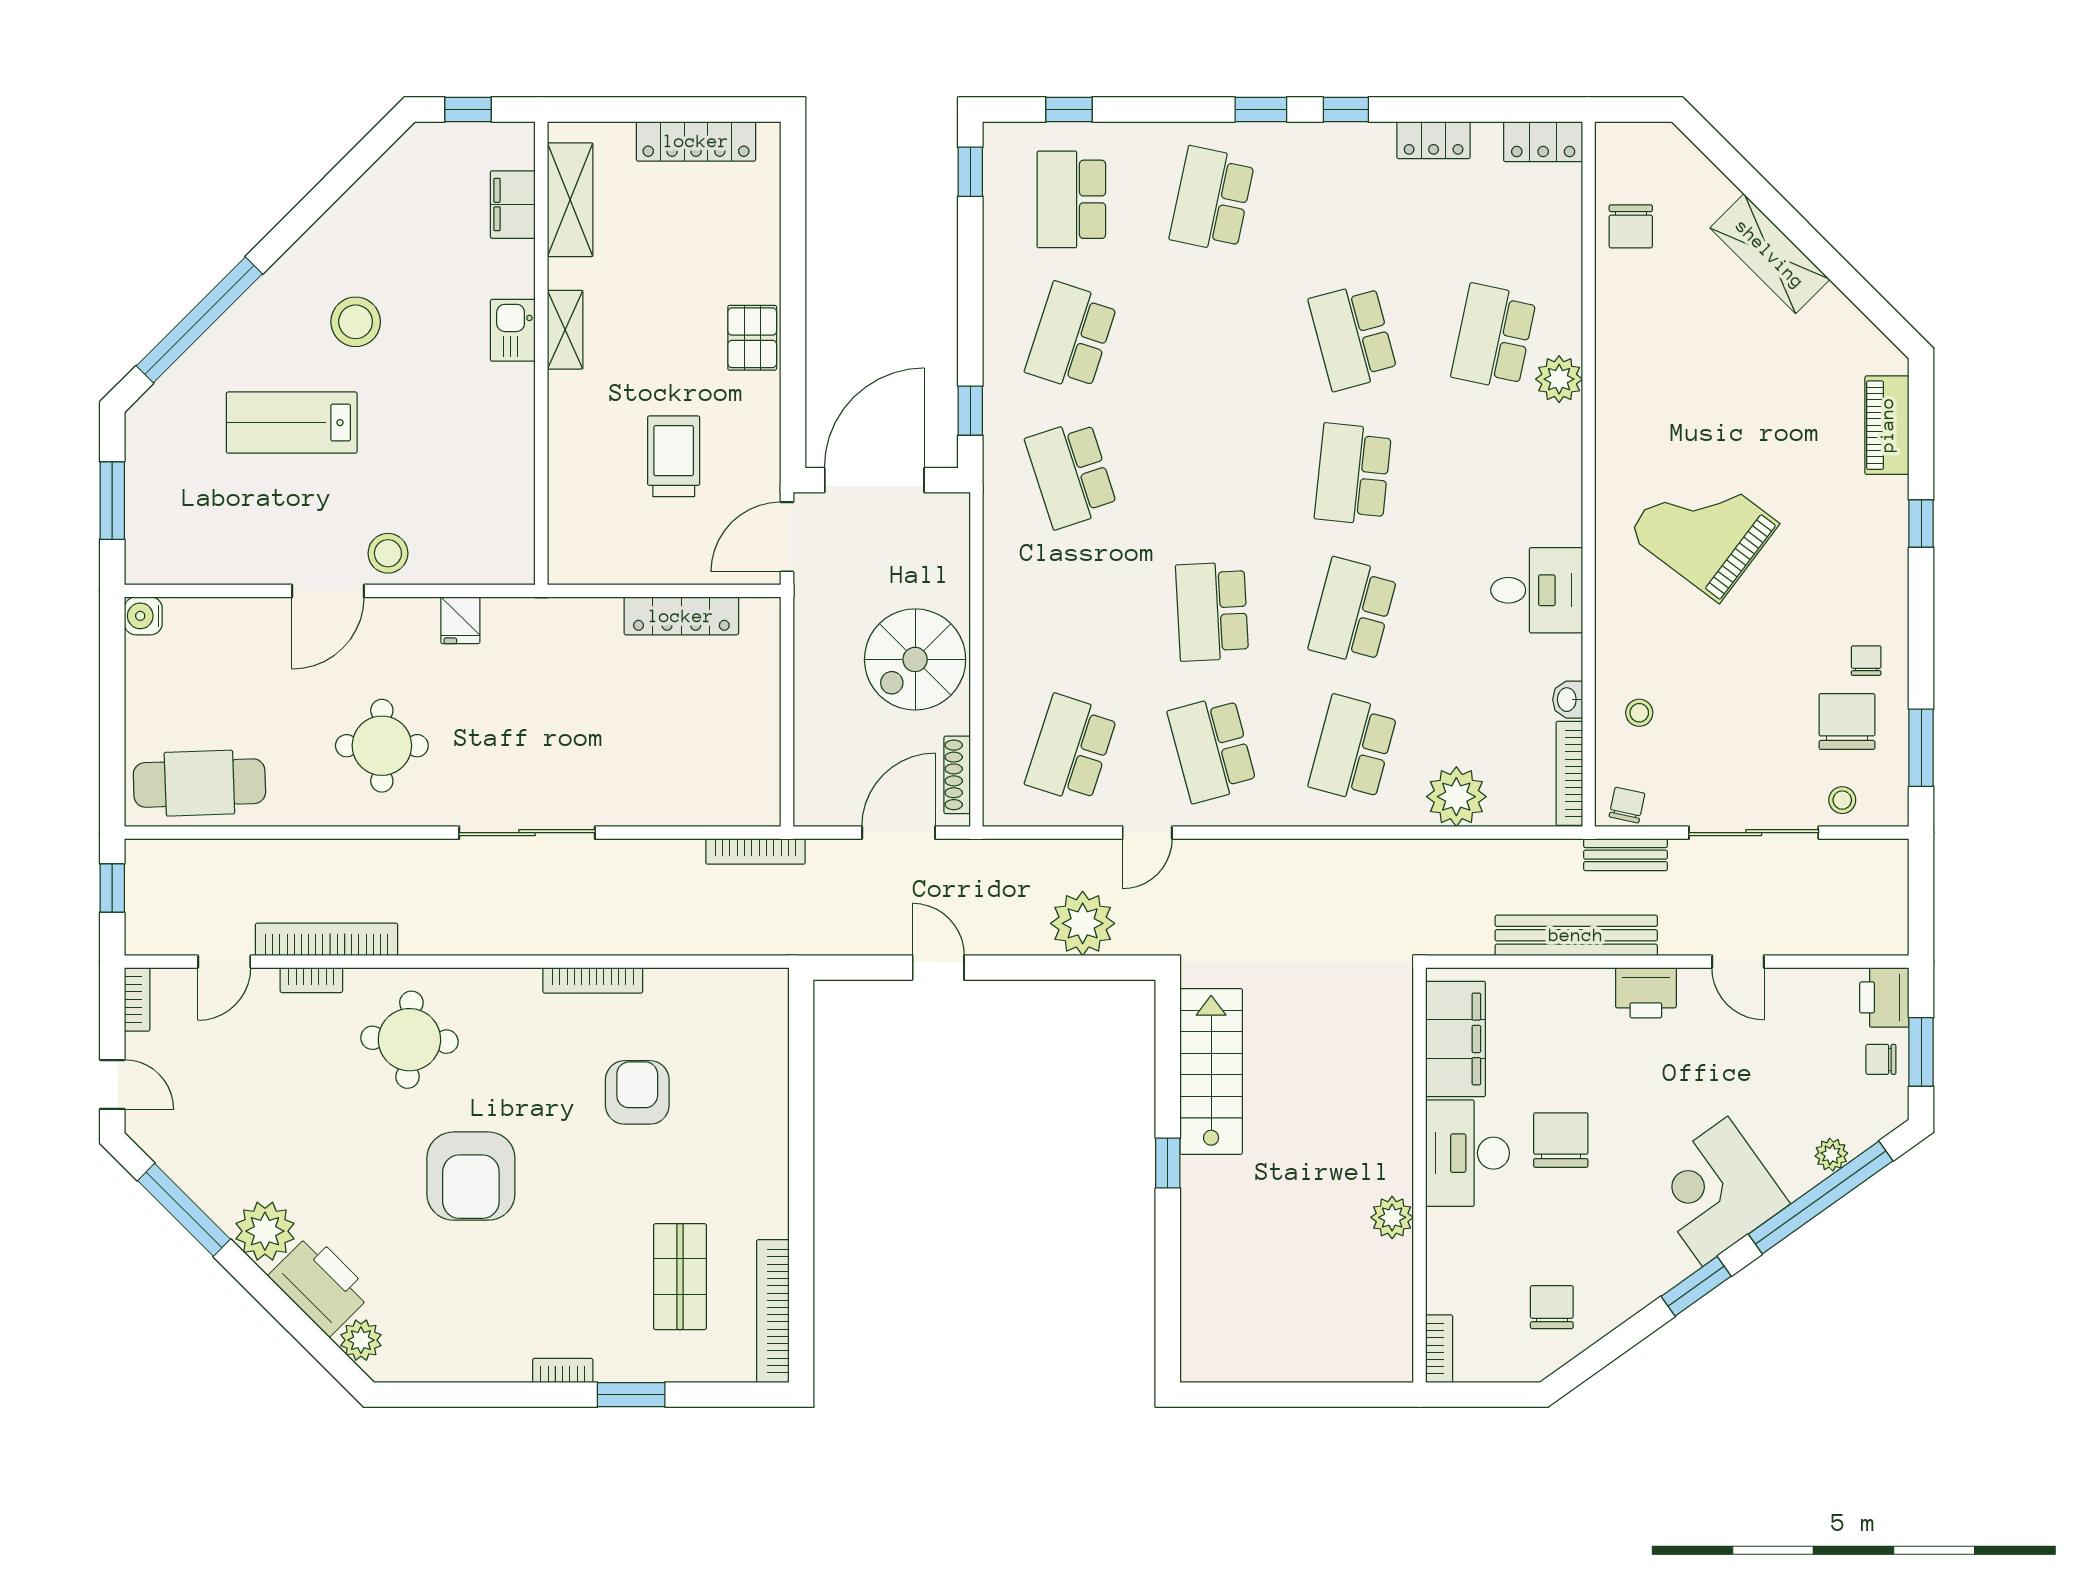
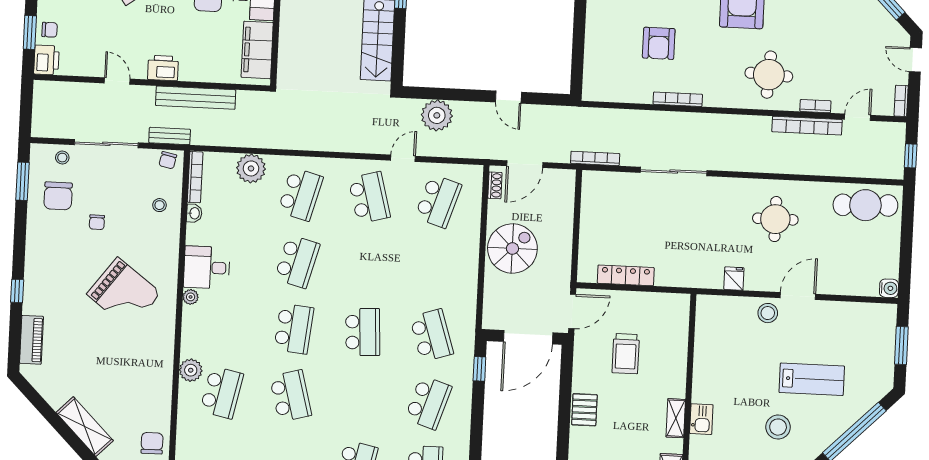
plant: (1567, 529) -> (191, 297), added
school desk: (1212, 611) -> (363, 332), moved
chair: (1866, 661) -> (97, 222), moved
shoe rack: (957, 775) -> (495, 185), width x0.70
sliding door: (527, 833) -> (674, 171), moved

